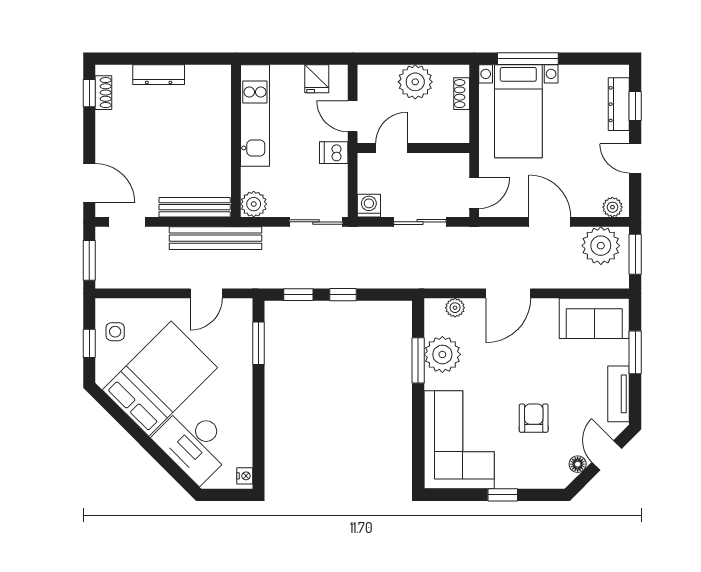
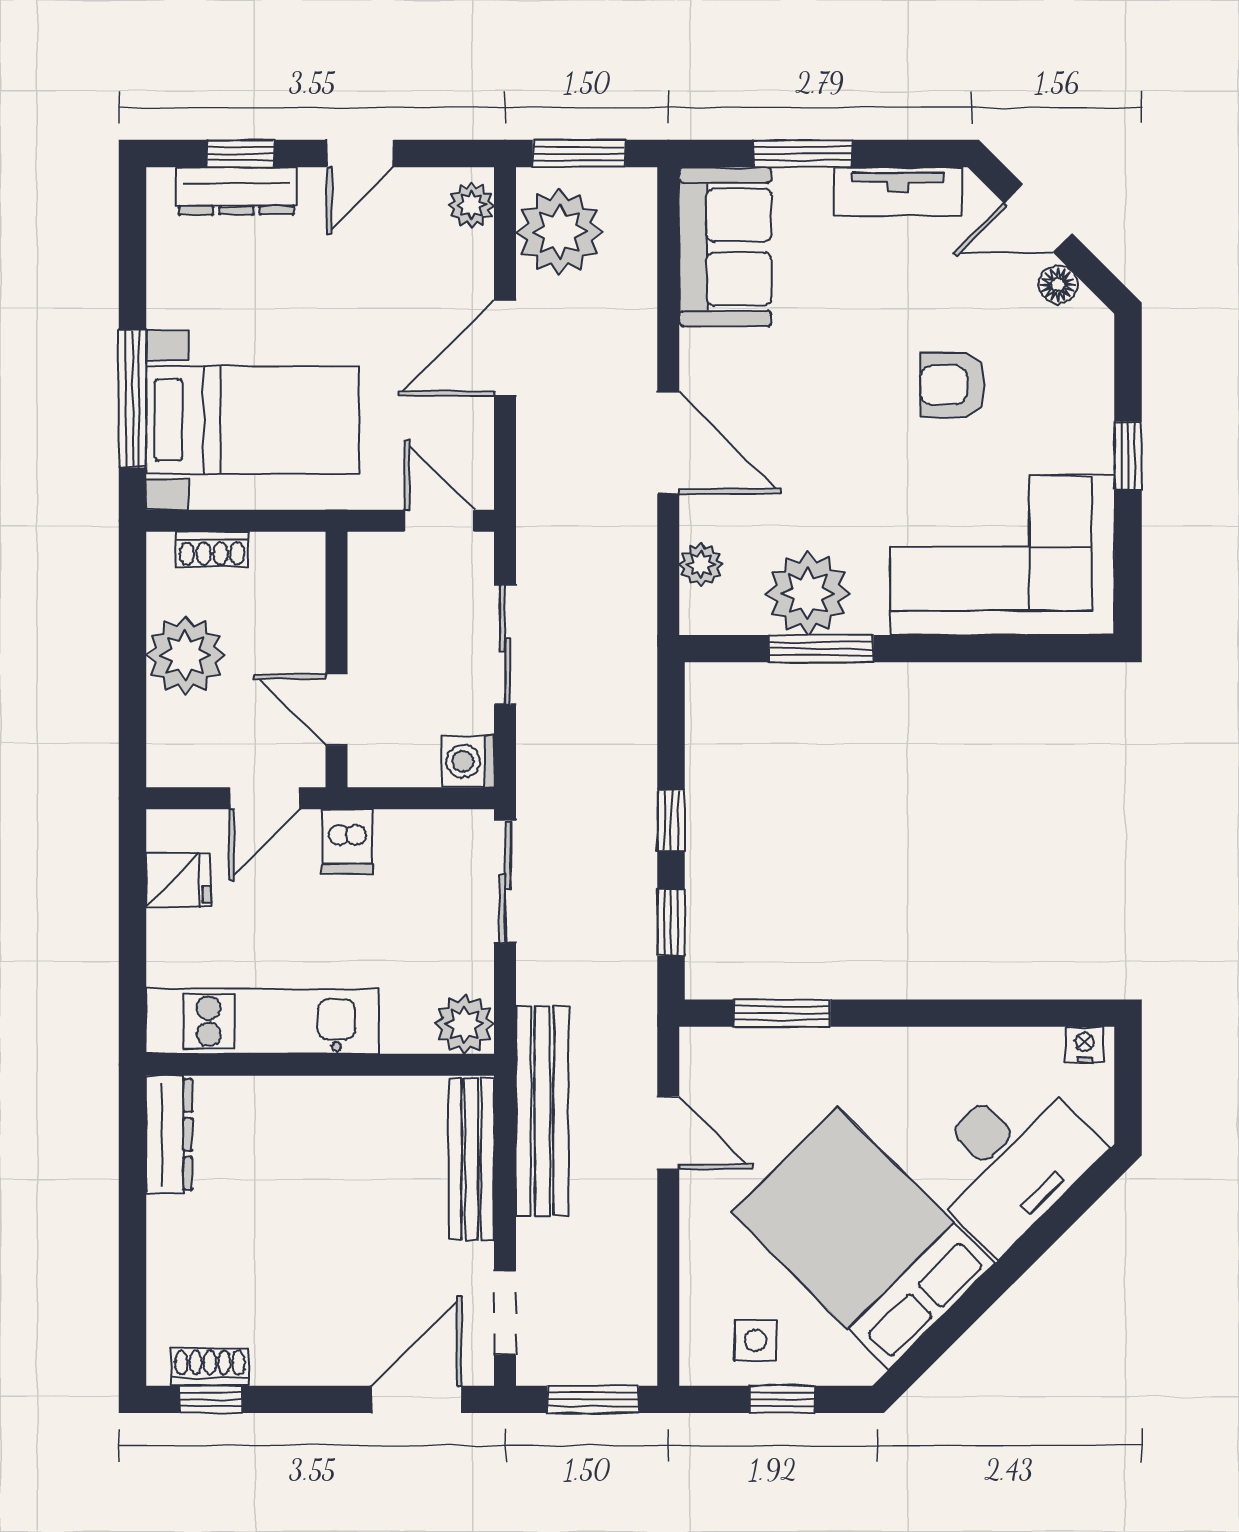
dresser: (159, 75) -> (169, 1134), moved

